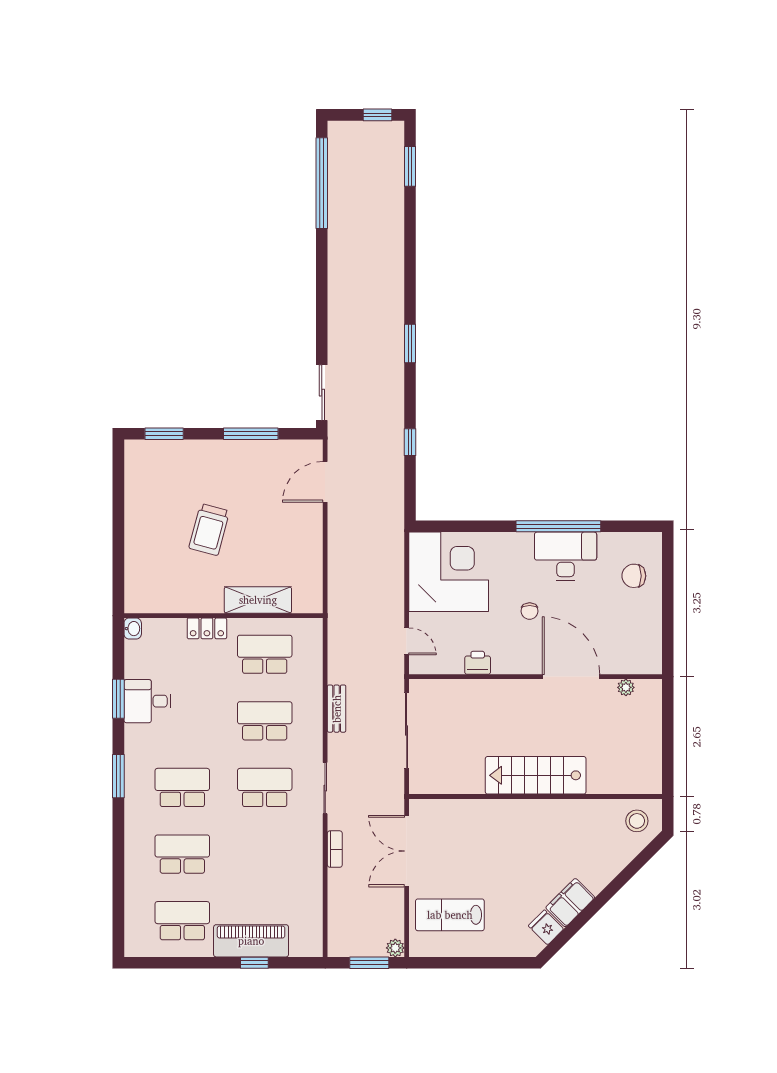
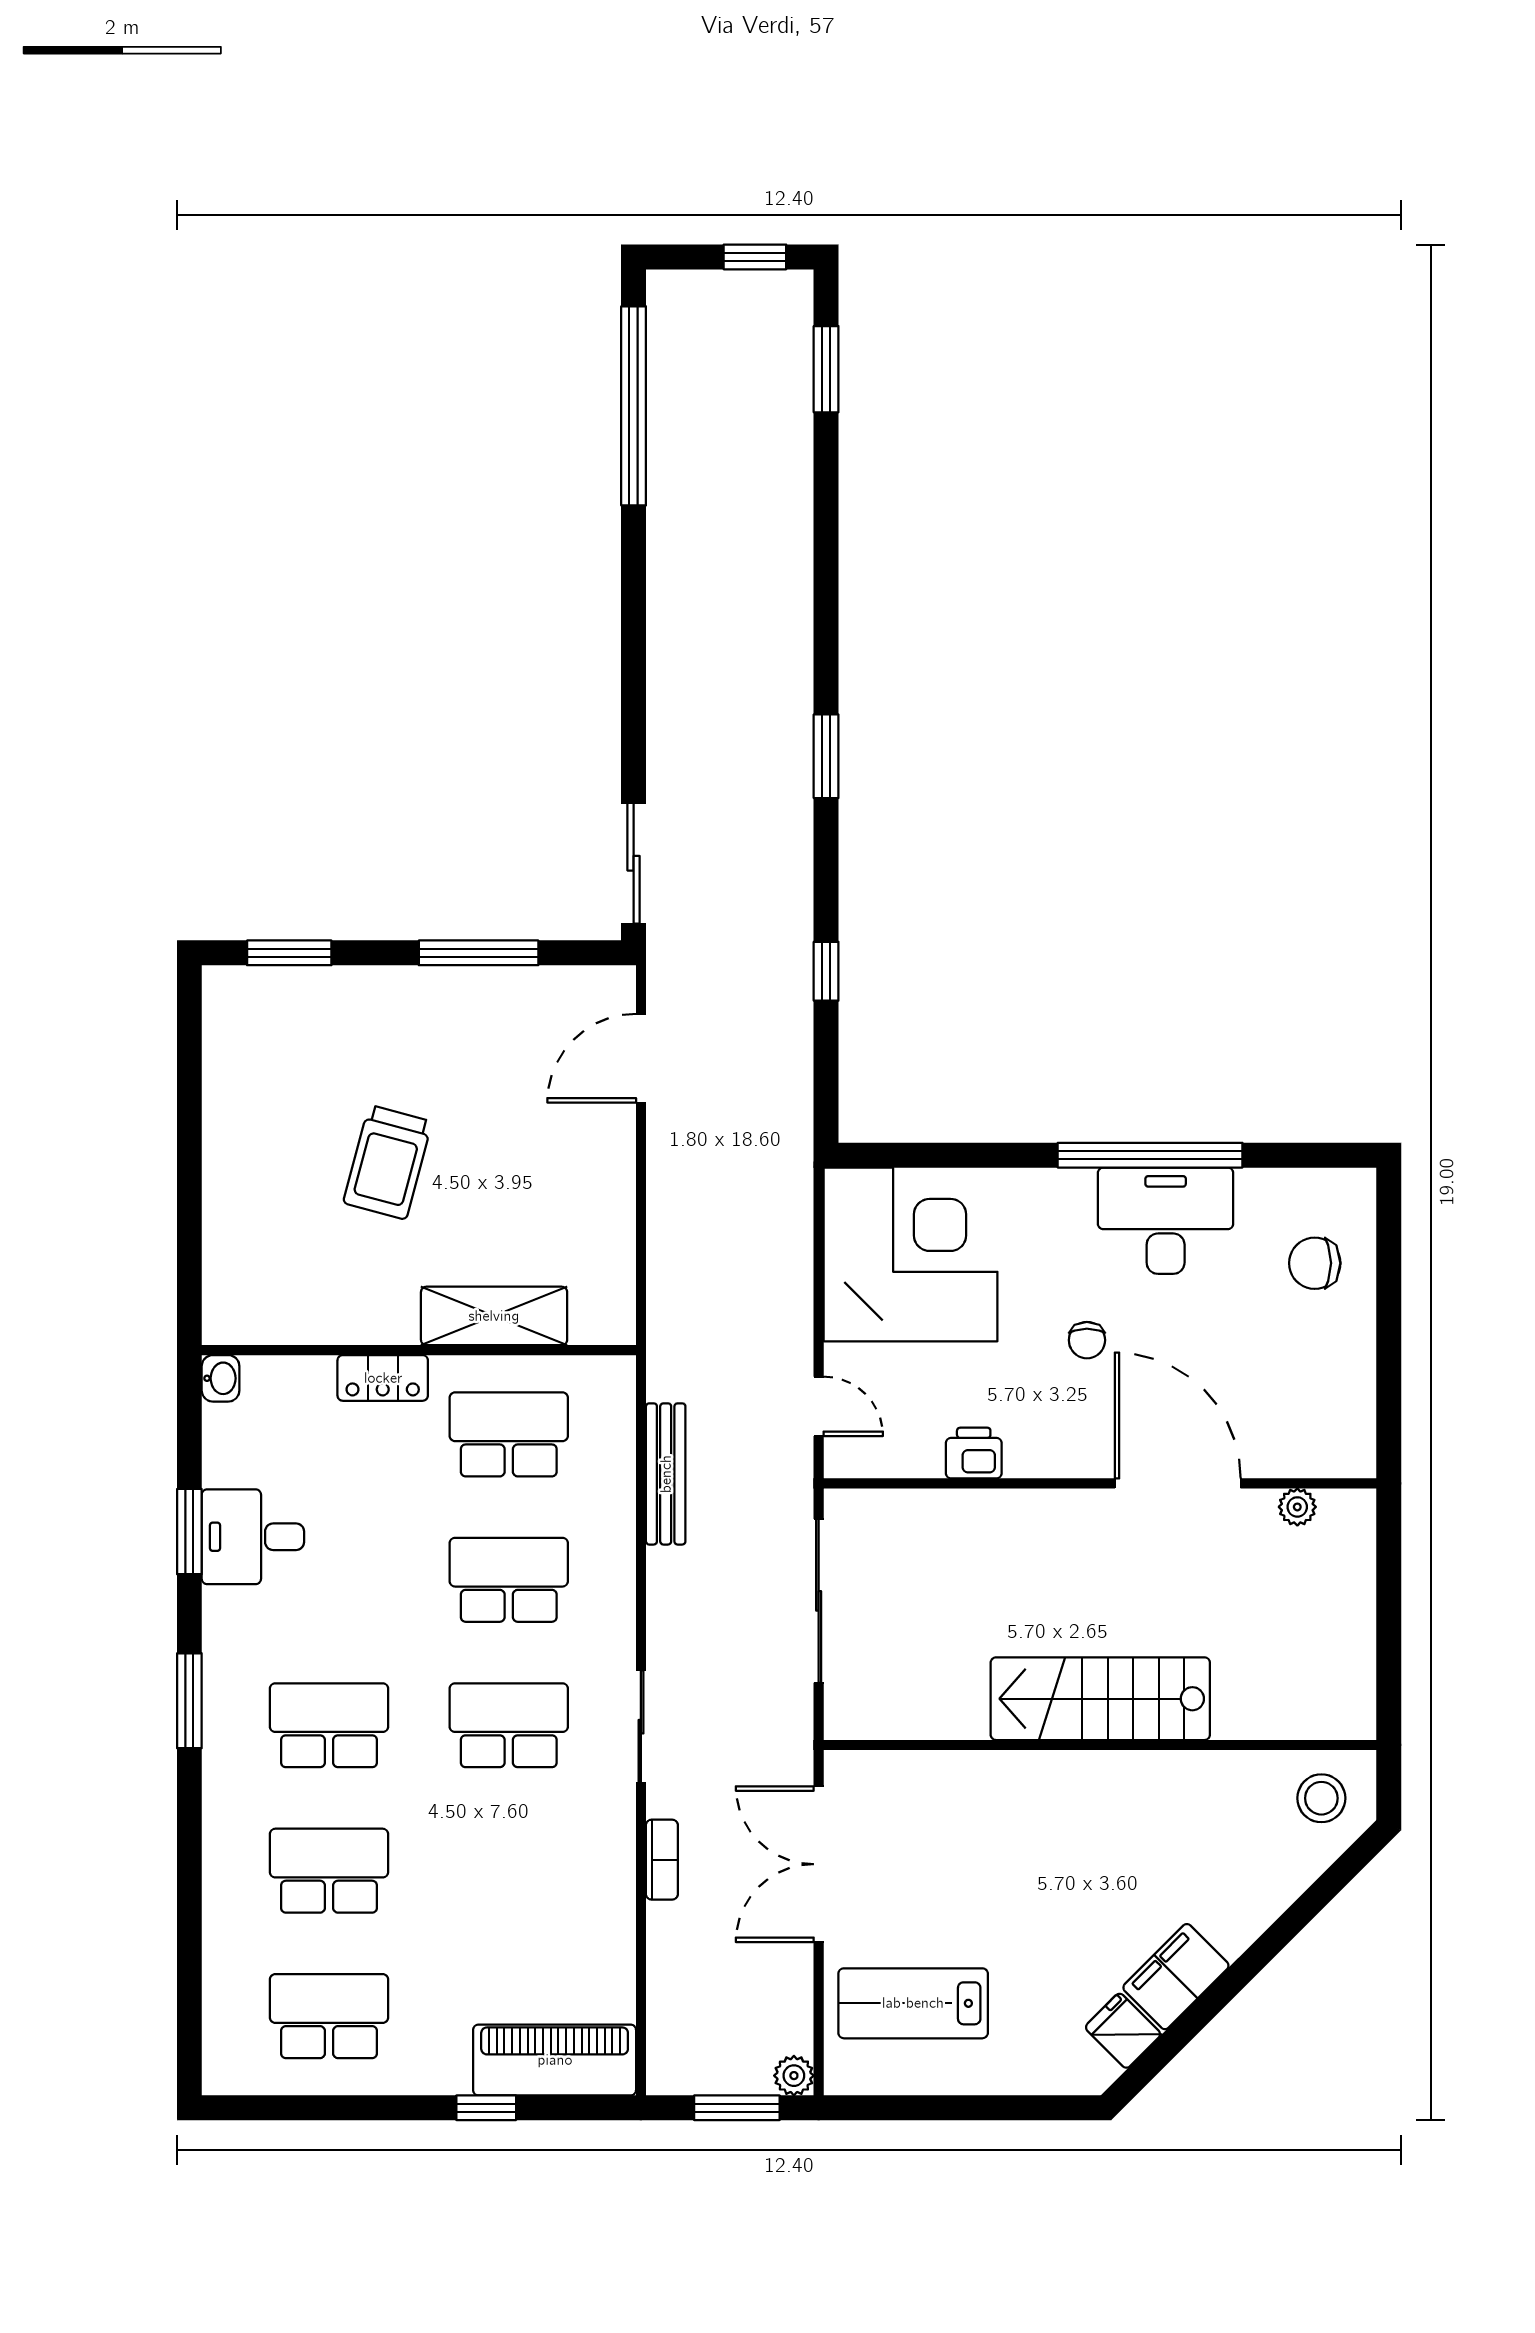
bench: (337, 709) -> (666, 1474), moved, width x1.36
piano: (251, 941) -> (555, 2060), moved

